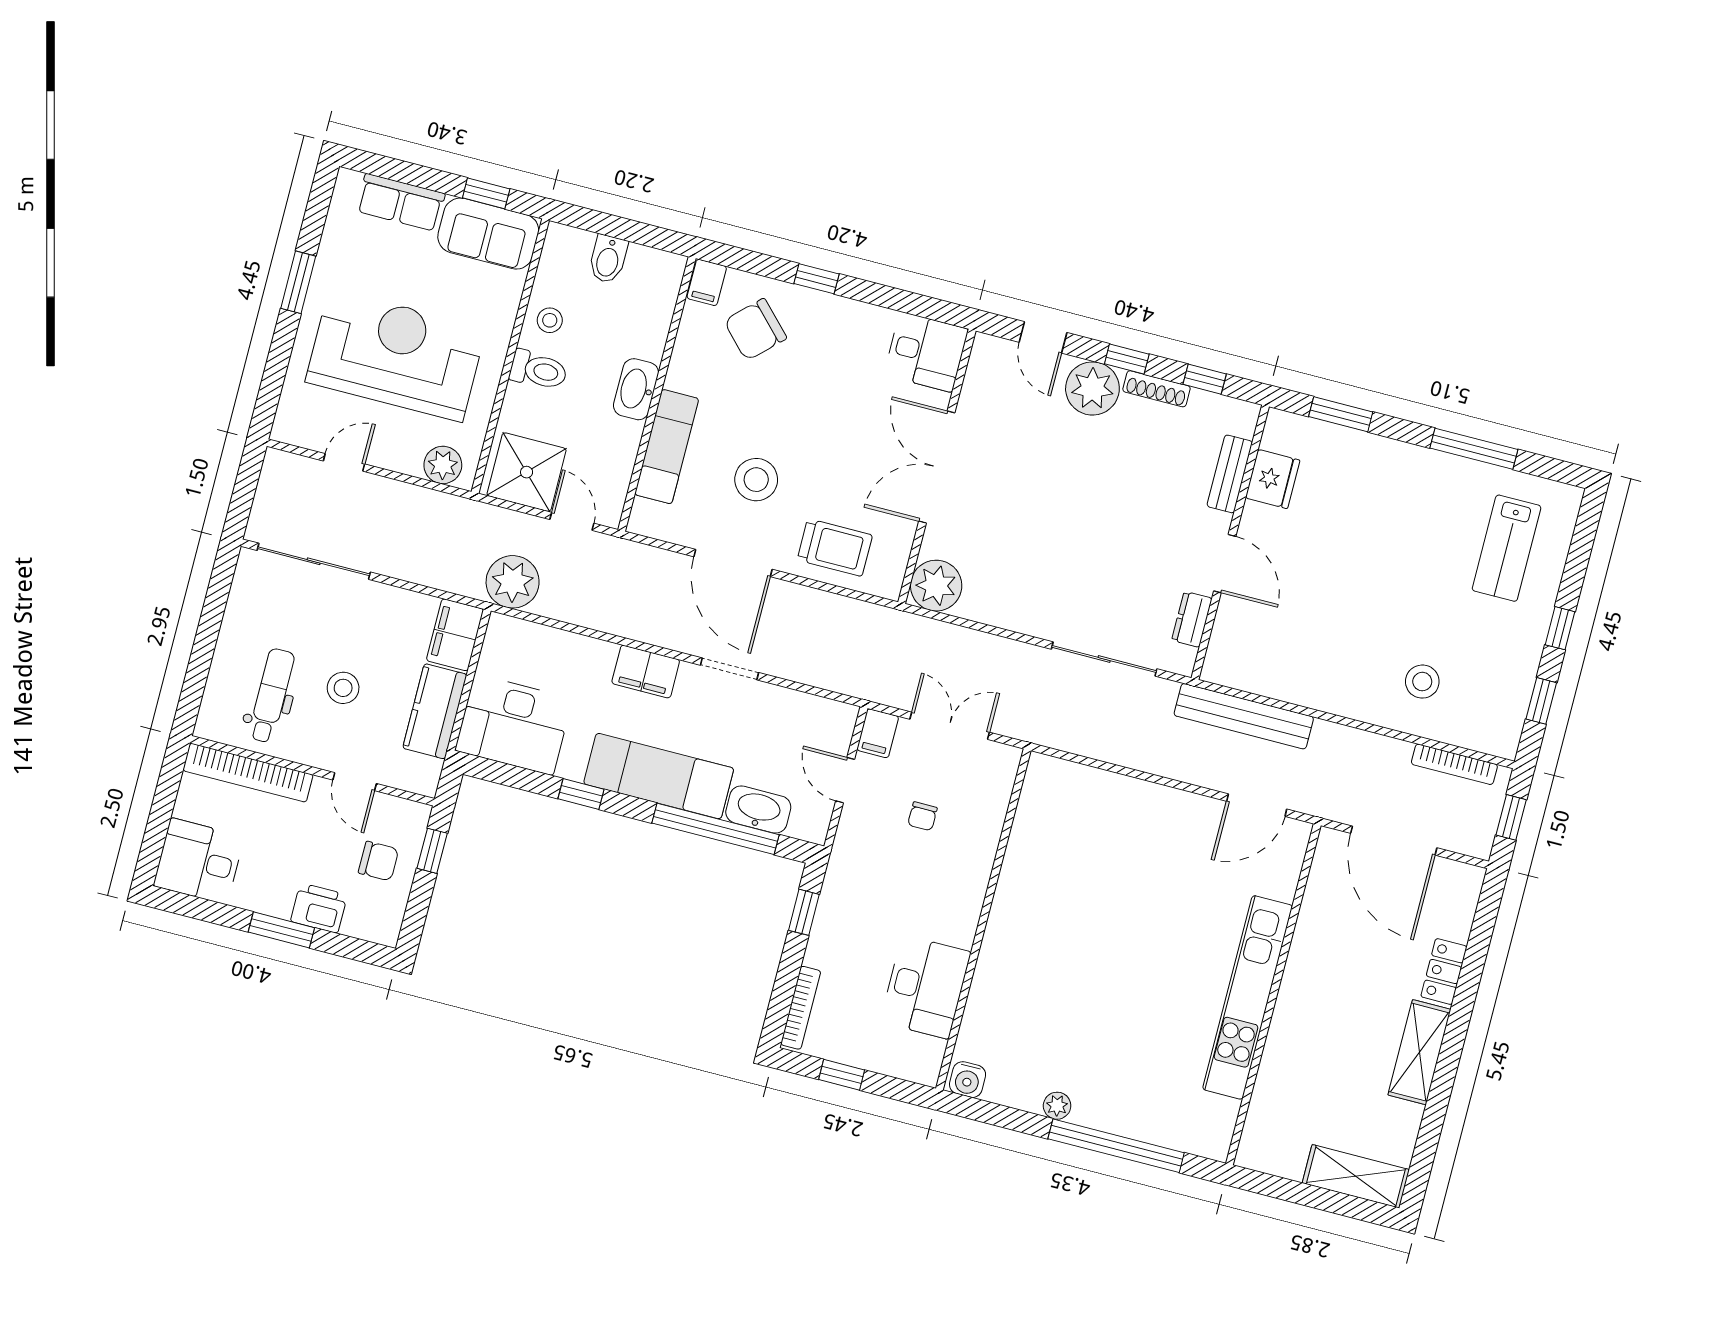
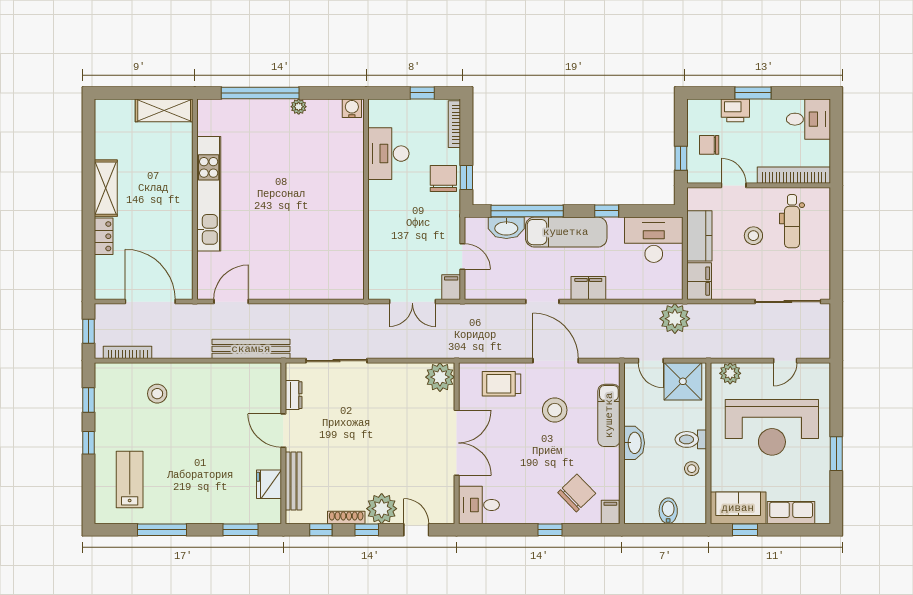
bench: (1230, 474) -> (293, 481), width x1.36
chair: (922, 816) -> (443, 179), moved, width x1.87, depth x1.87
shelving: (1356, 1176) -> (164, 110), moved

